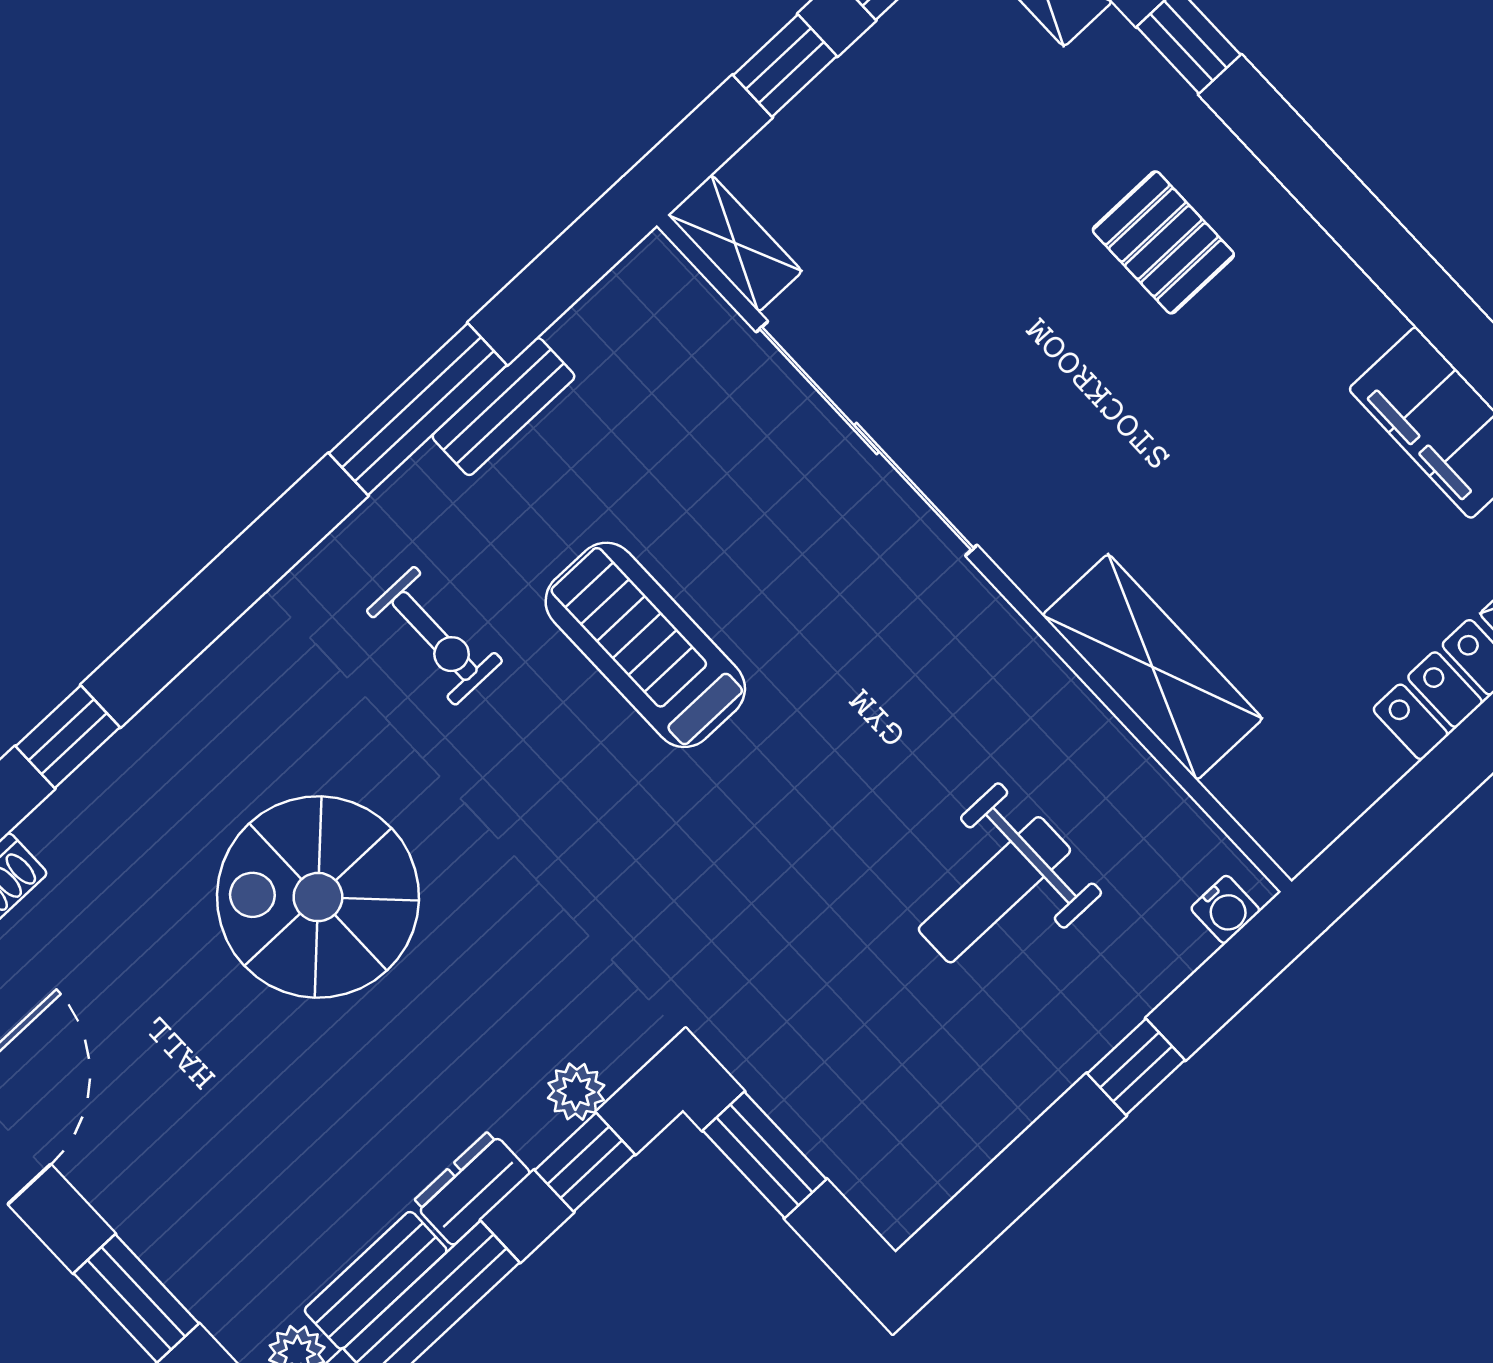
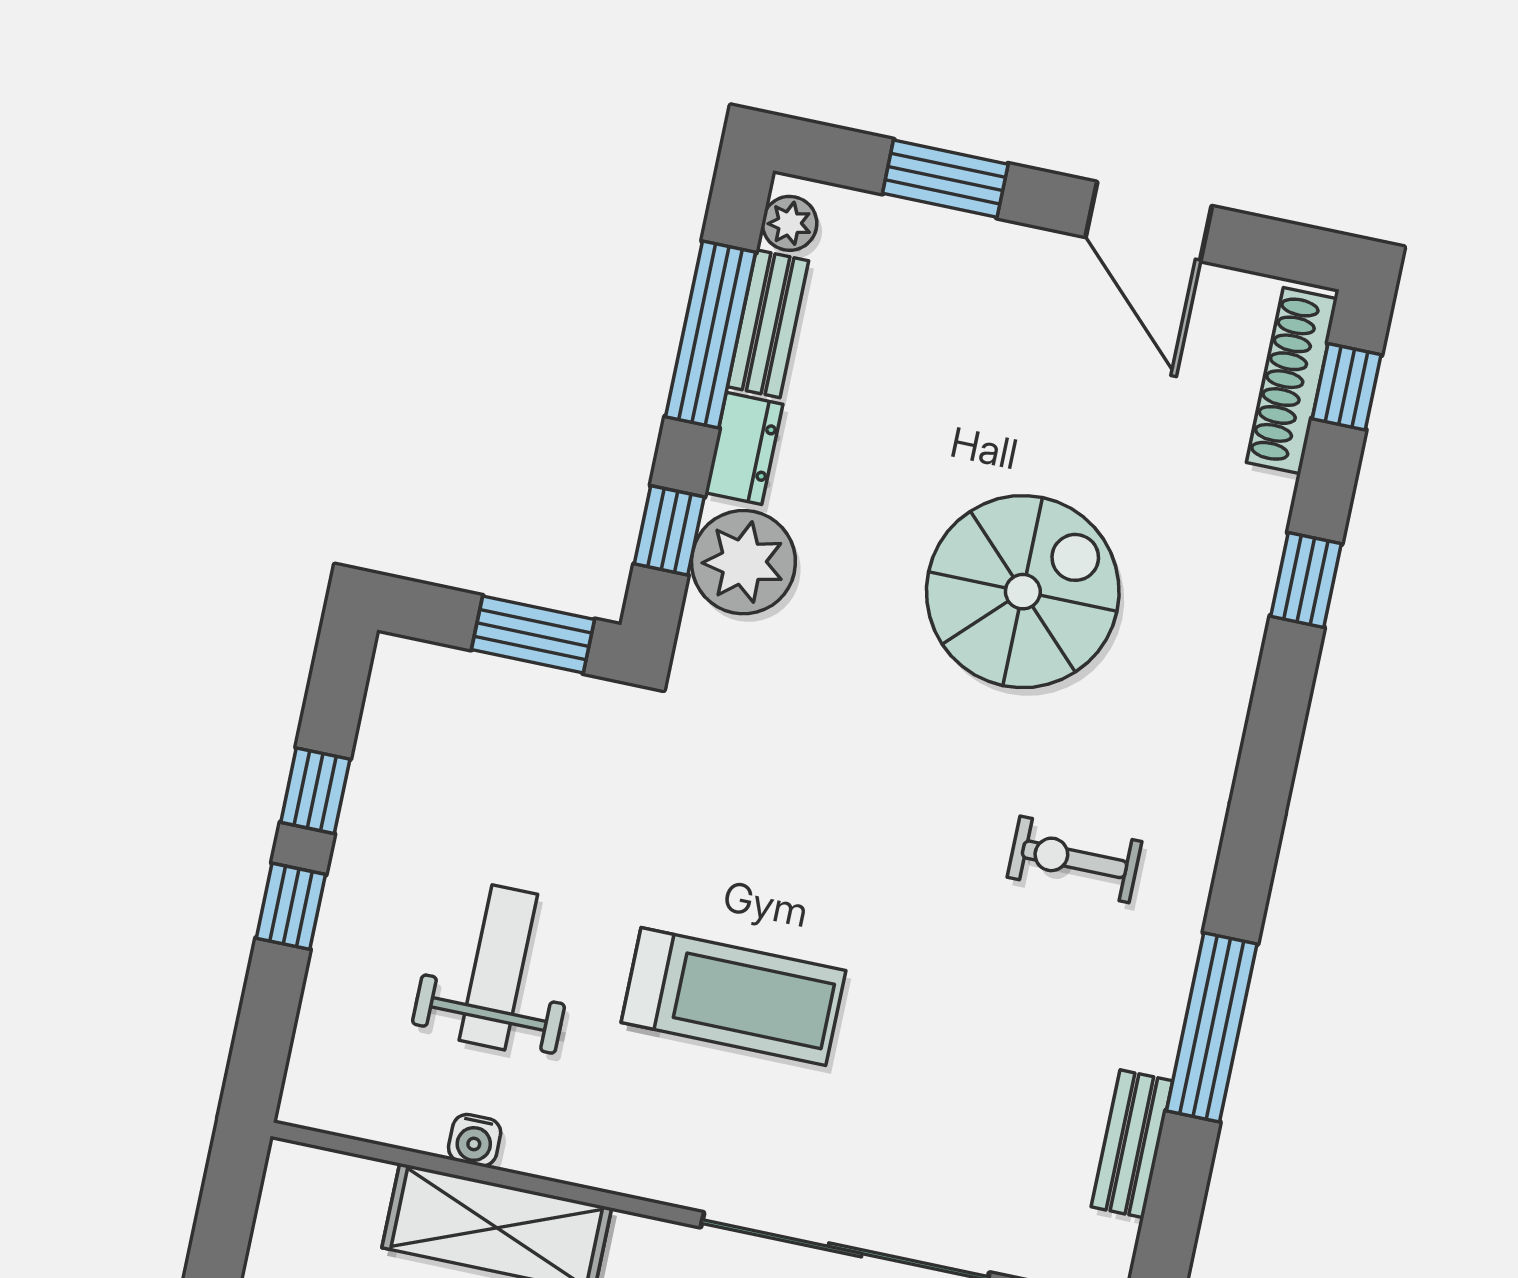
bench: (503, 407) -> (1132, 1144), moved
treadmill: (645, 645) -> (733, 997), moved
water cooler: (1225, 909) -> (475, 1140), moved, turned -90
plant: (576, 1092) -> (743, 562), width x1.88, depth x1.88
window: (1046, 1152) -> (315, 791), added

